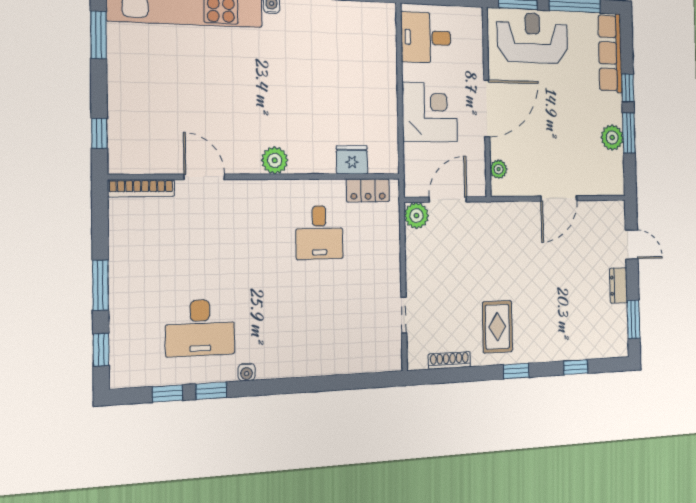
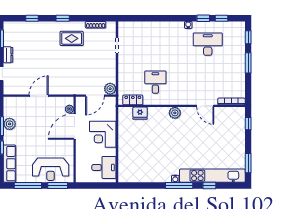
door: (487, 108) -> (75, 126), moved
rug: (497, 327) -> (72, 38), turned 90

